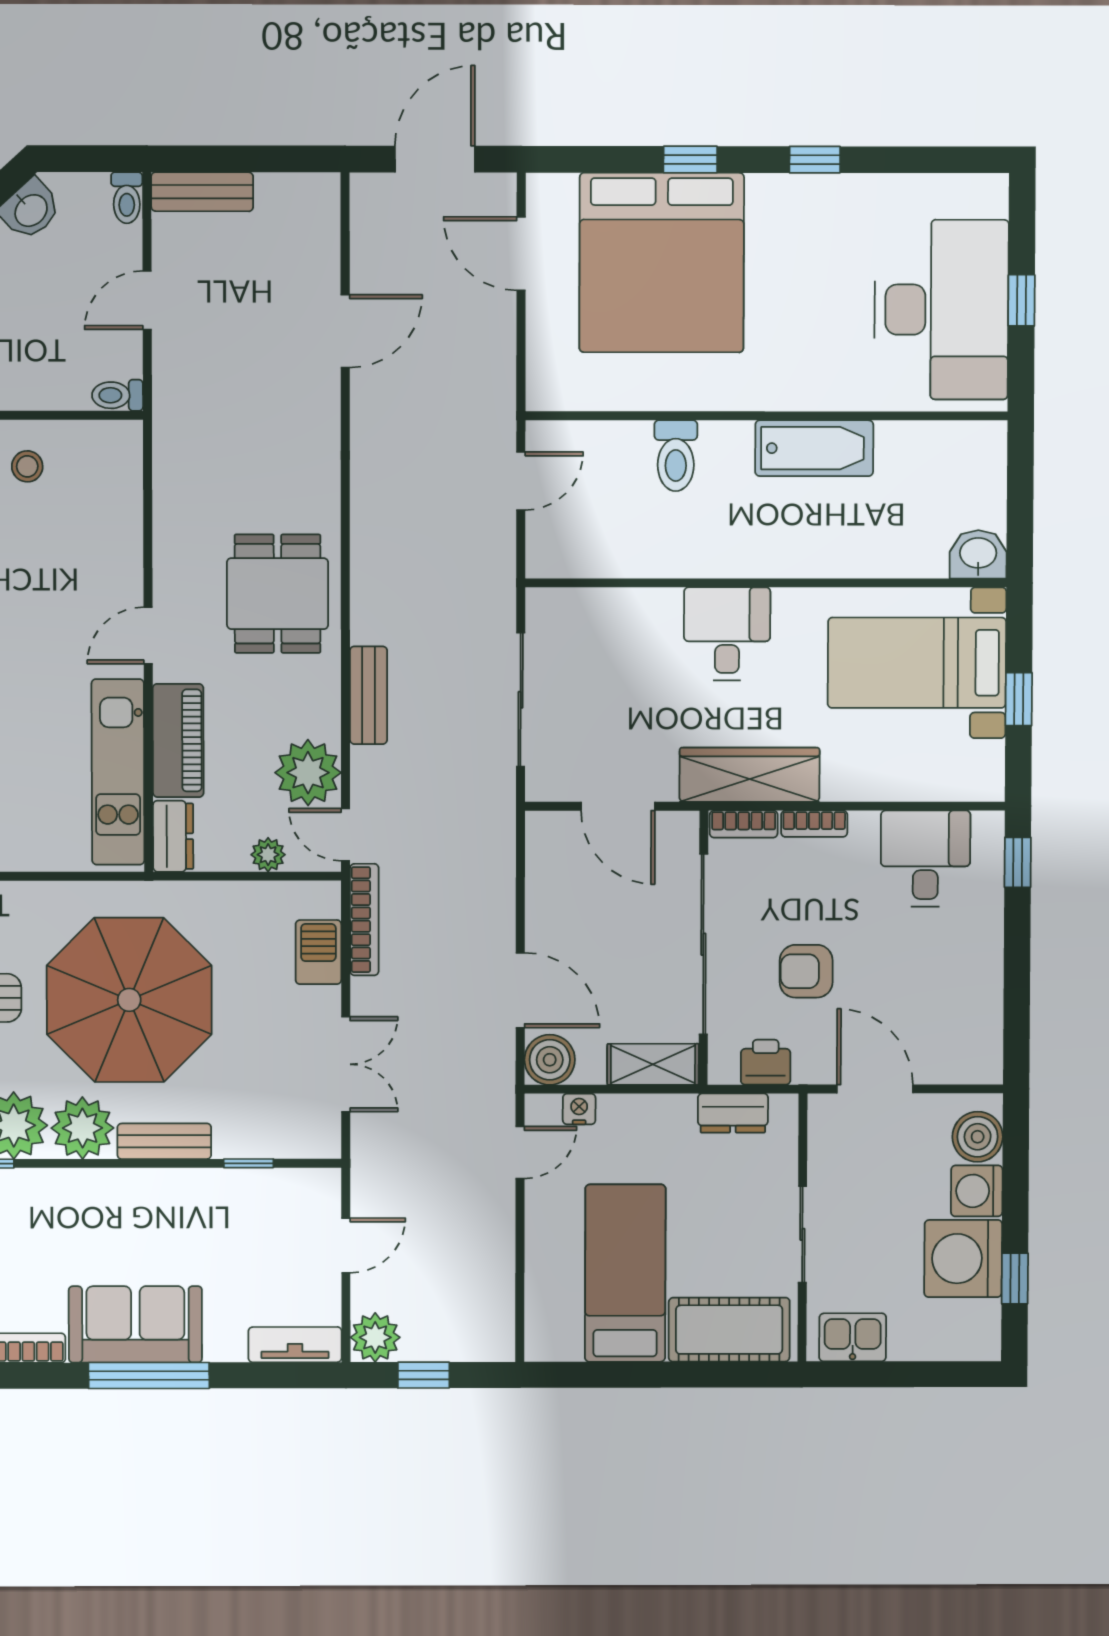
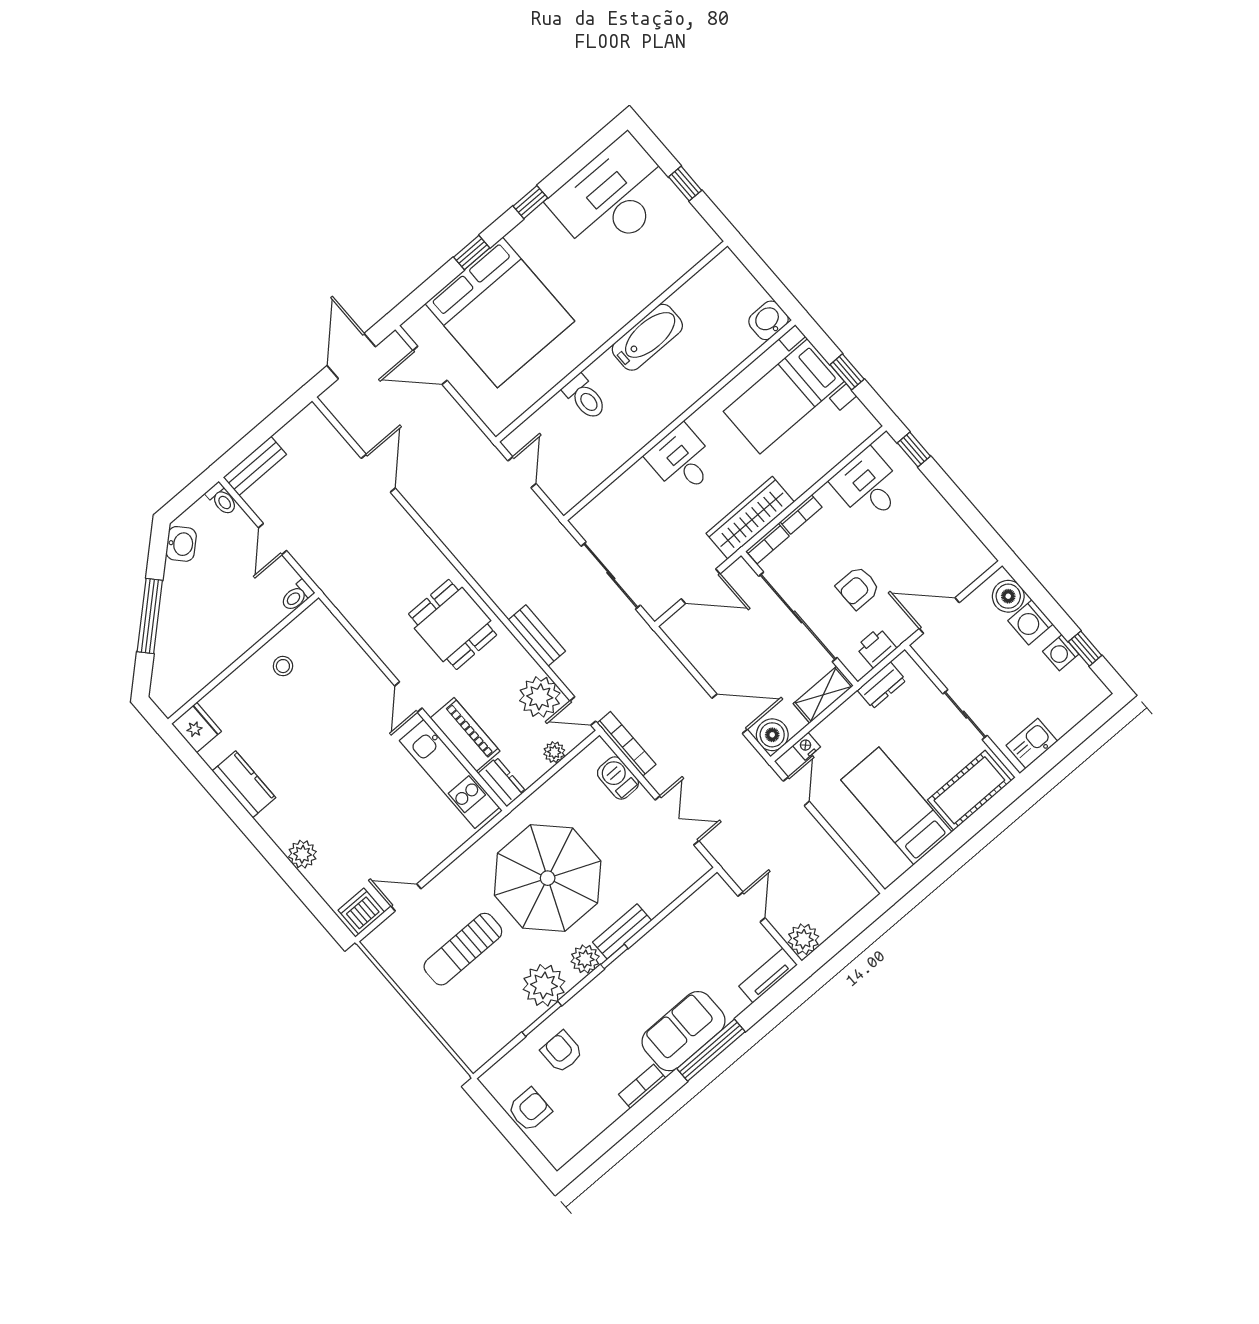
desk: (941, 310) -> (613, 197), moved, turned -90
plant: (82, 1128) -> (585, 959), width x0.73, depth x0.73
window: (249, 1163) -> (614, 956), moved
washing machine: (963, 1259) -> (1061, 653), width x0.53, depth x0.53
window: (424, 1375) -> (842, 937), removed

